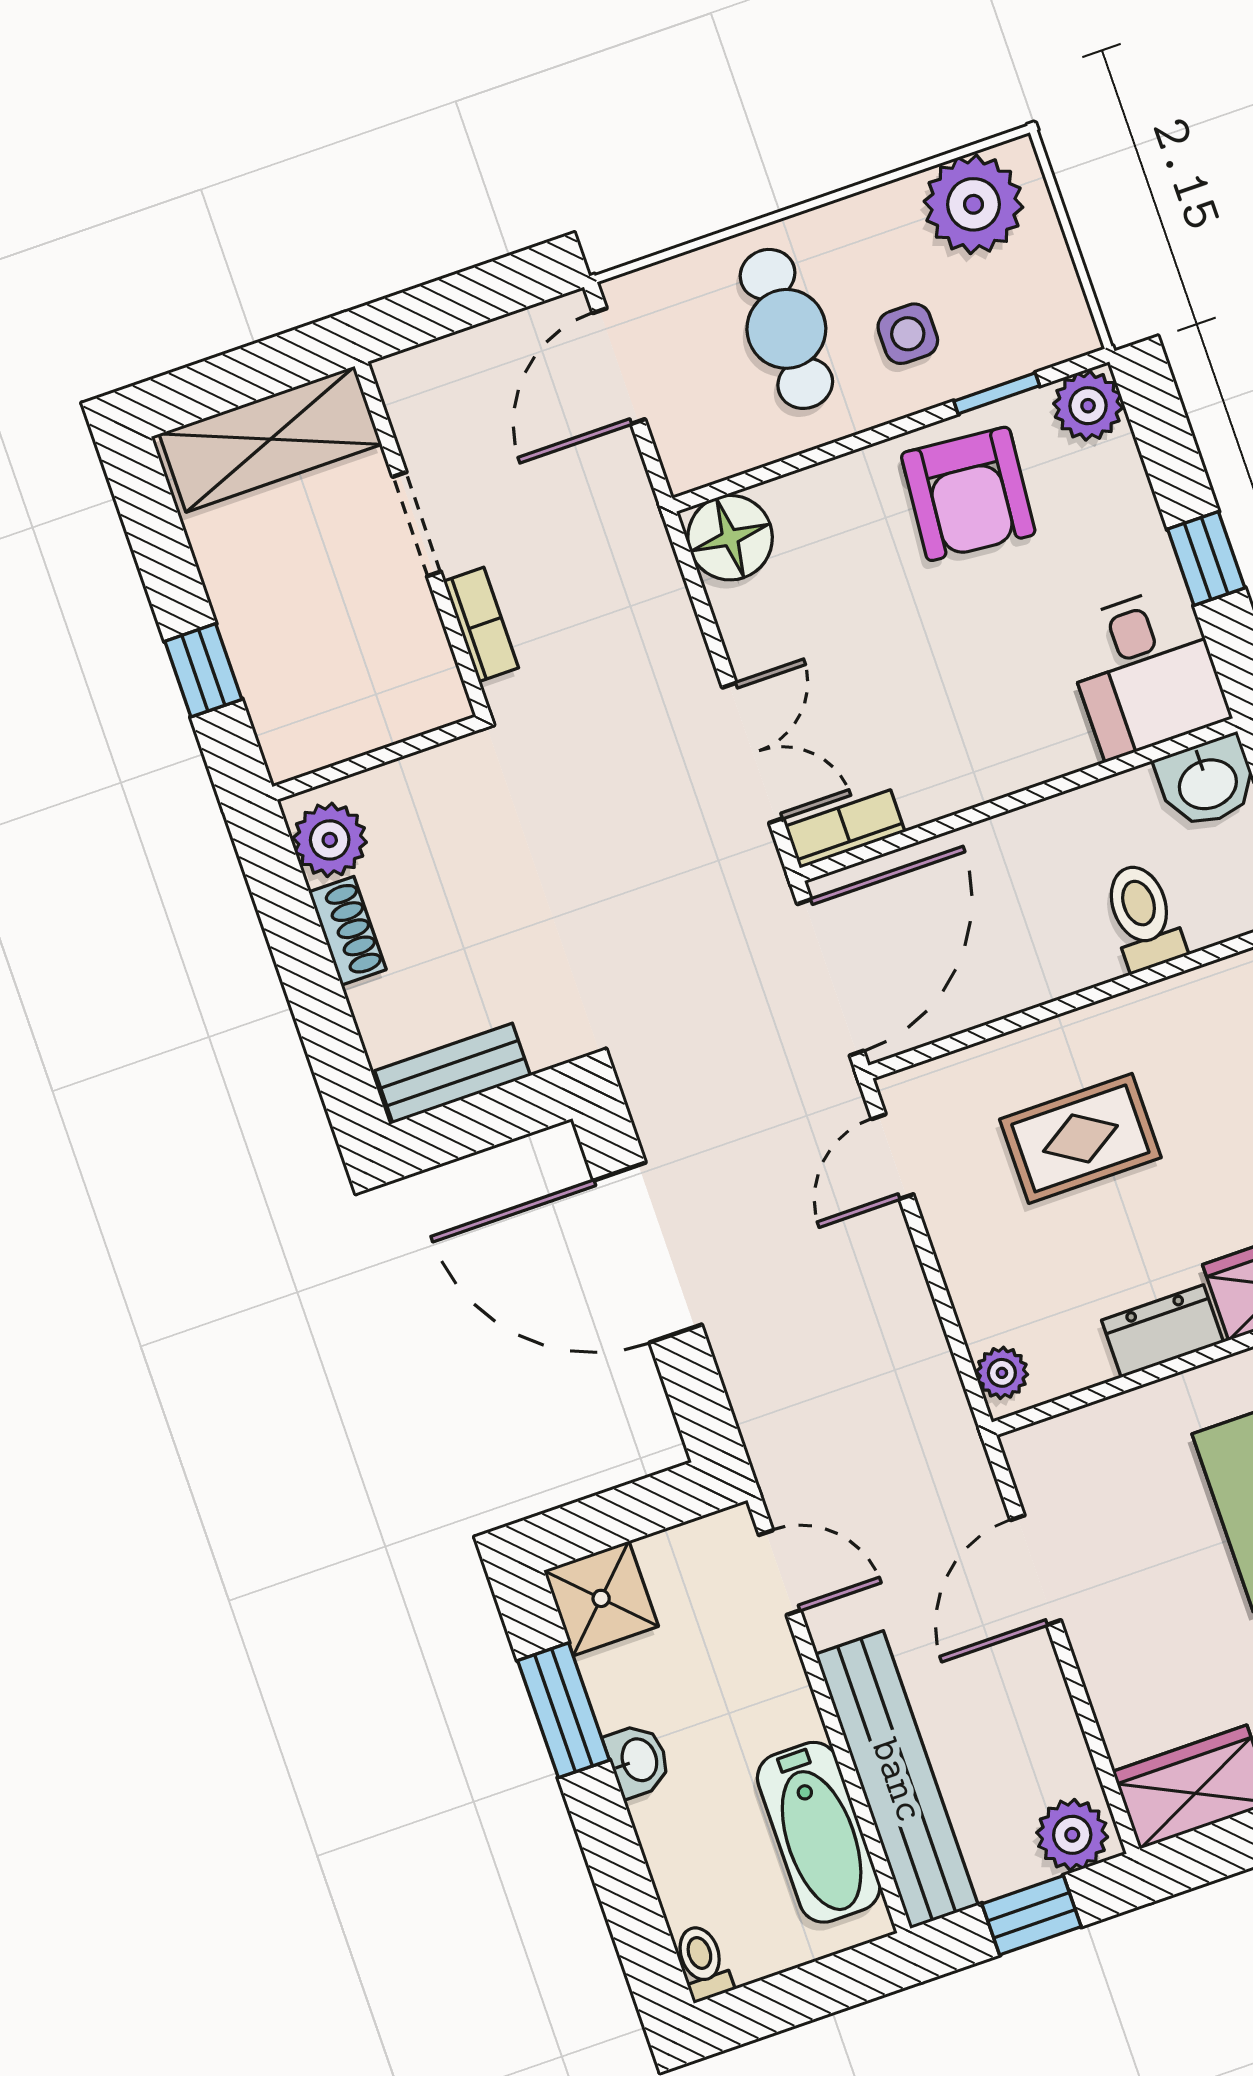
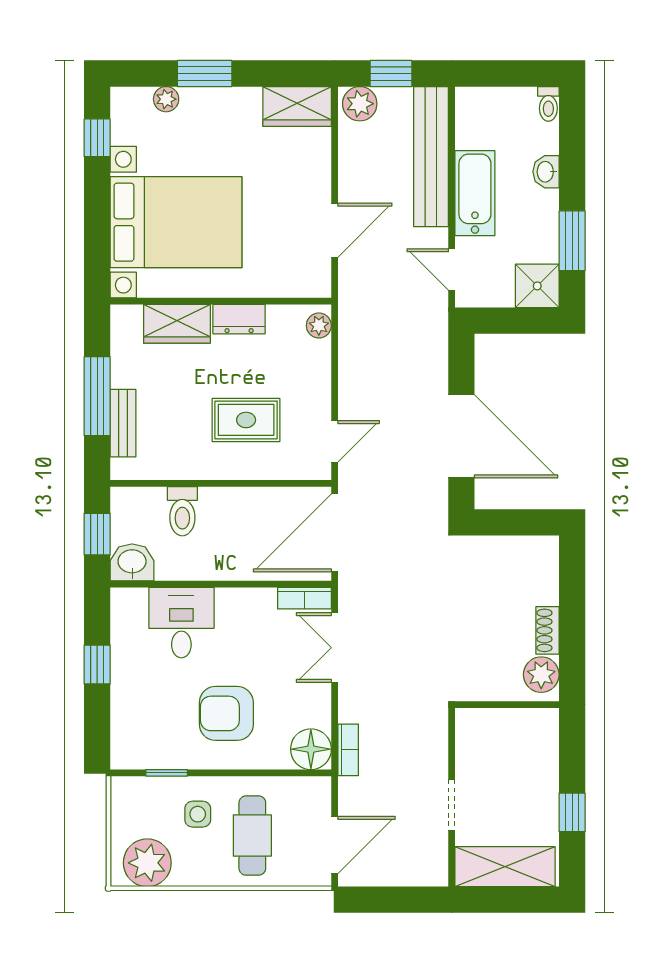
plant: (1088, 406) -> (127, 753), removed
armchair: (968, 494) -> (226, 713), moved, turned -95
bookcase: (481, 624) -> (348, 750), moved, turned 180
window: (203, 670) -> (572, 812), moved
desk: (1145, 672) -> (181, 623), moved
bench: (453, 1073) -> (522, 549), removed
washbasin: (638, 1760) -> (546, 172), moved
bathtub: (819, 1832) -> (475, 193), moved

